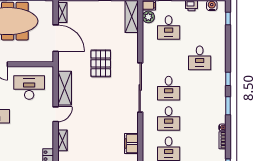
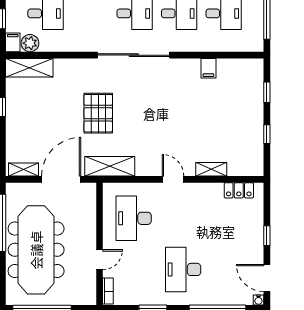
pallet: (101, 63) -> (98, 113), turned 90
shelving: (65, 88) -> (110, 166), moved
filing cabinet: (131, 144) -> (208, 68), width x0.50

